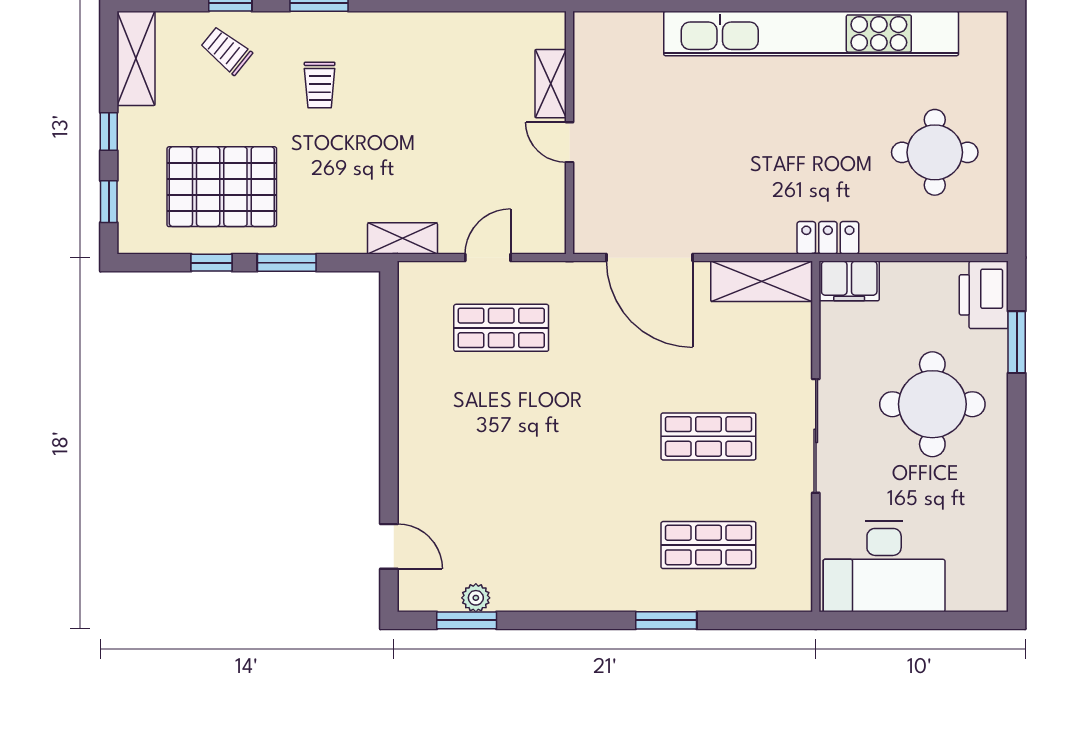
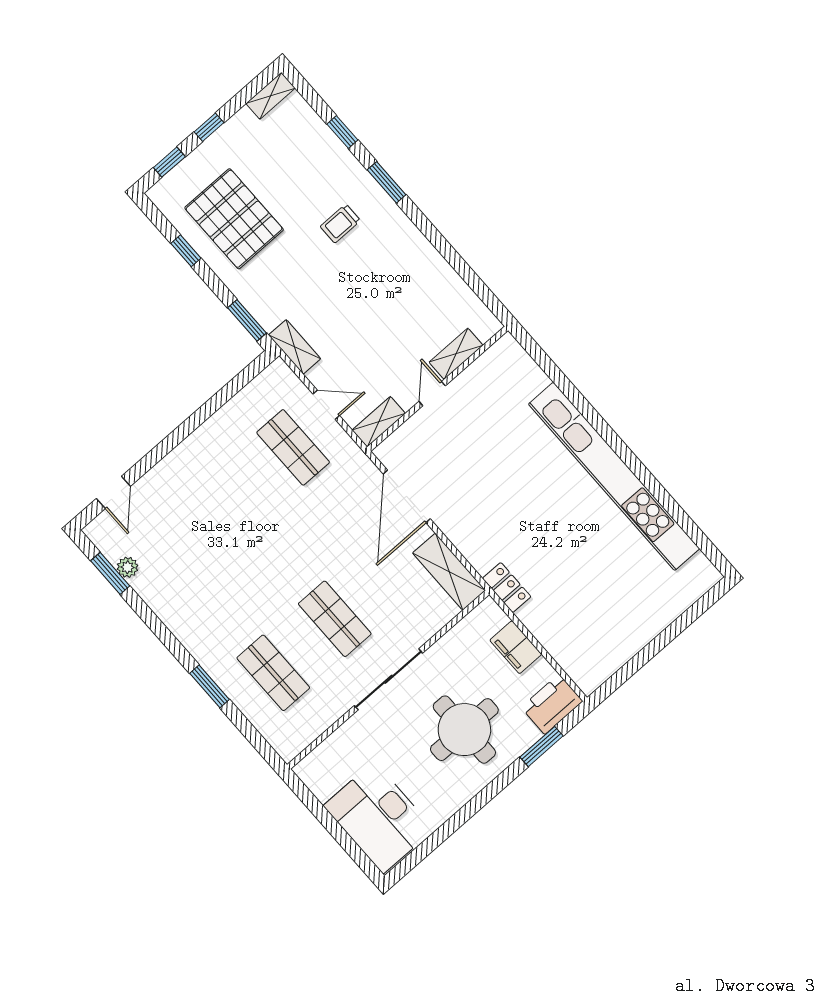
trolley: (226, 50) -> (313, 154), removed
shelving: (136, 58) -> (271, 96), width x0.67, depth x0.75
round table: (935, 152) -> (608, 606), removed
shelving: (551, 220) -> (379, 422), added
window: (287, 263) -> (247, 320), moved
filing cabinet: (849, 281) -> (516, 647), moved
desk: (884, 566) -> (379, 817), moved

